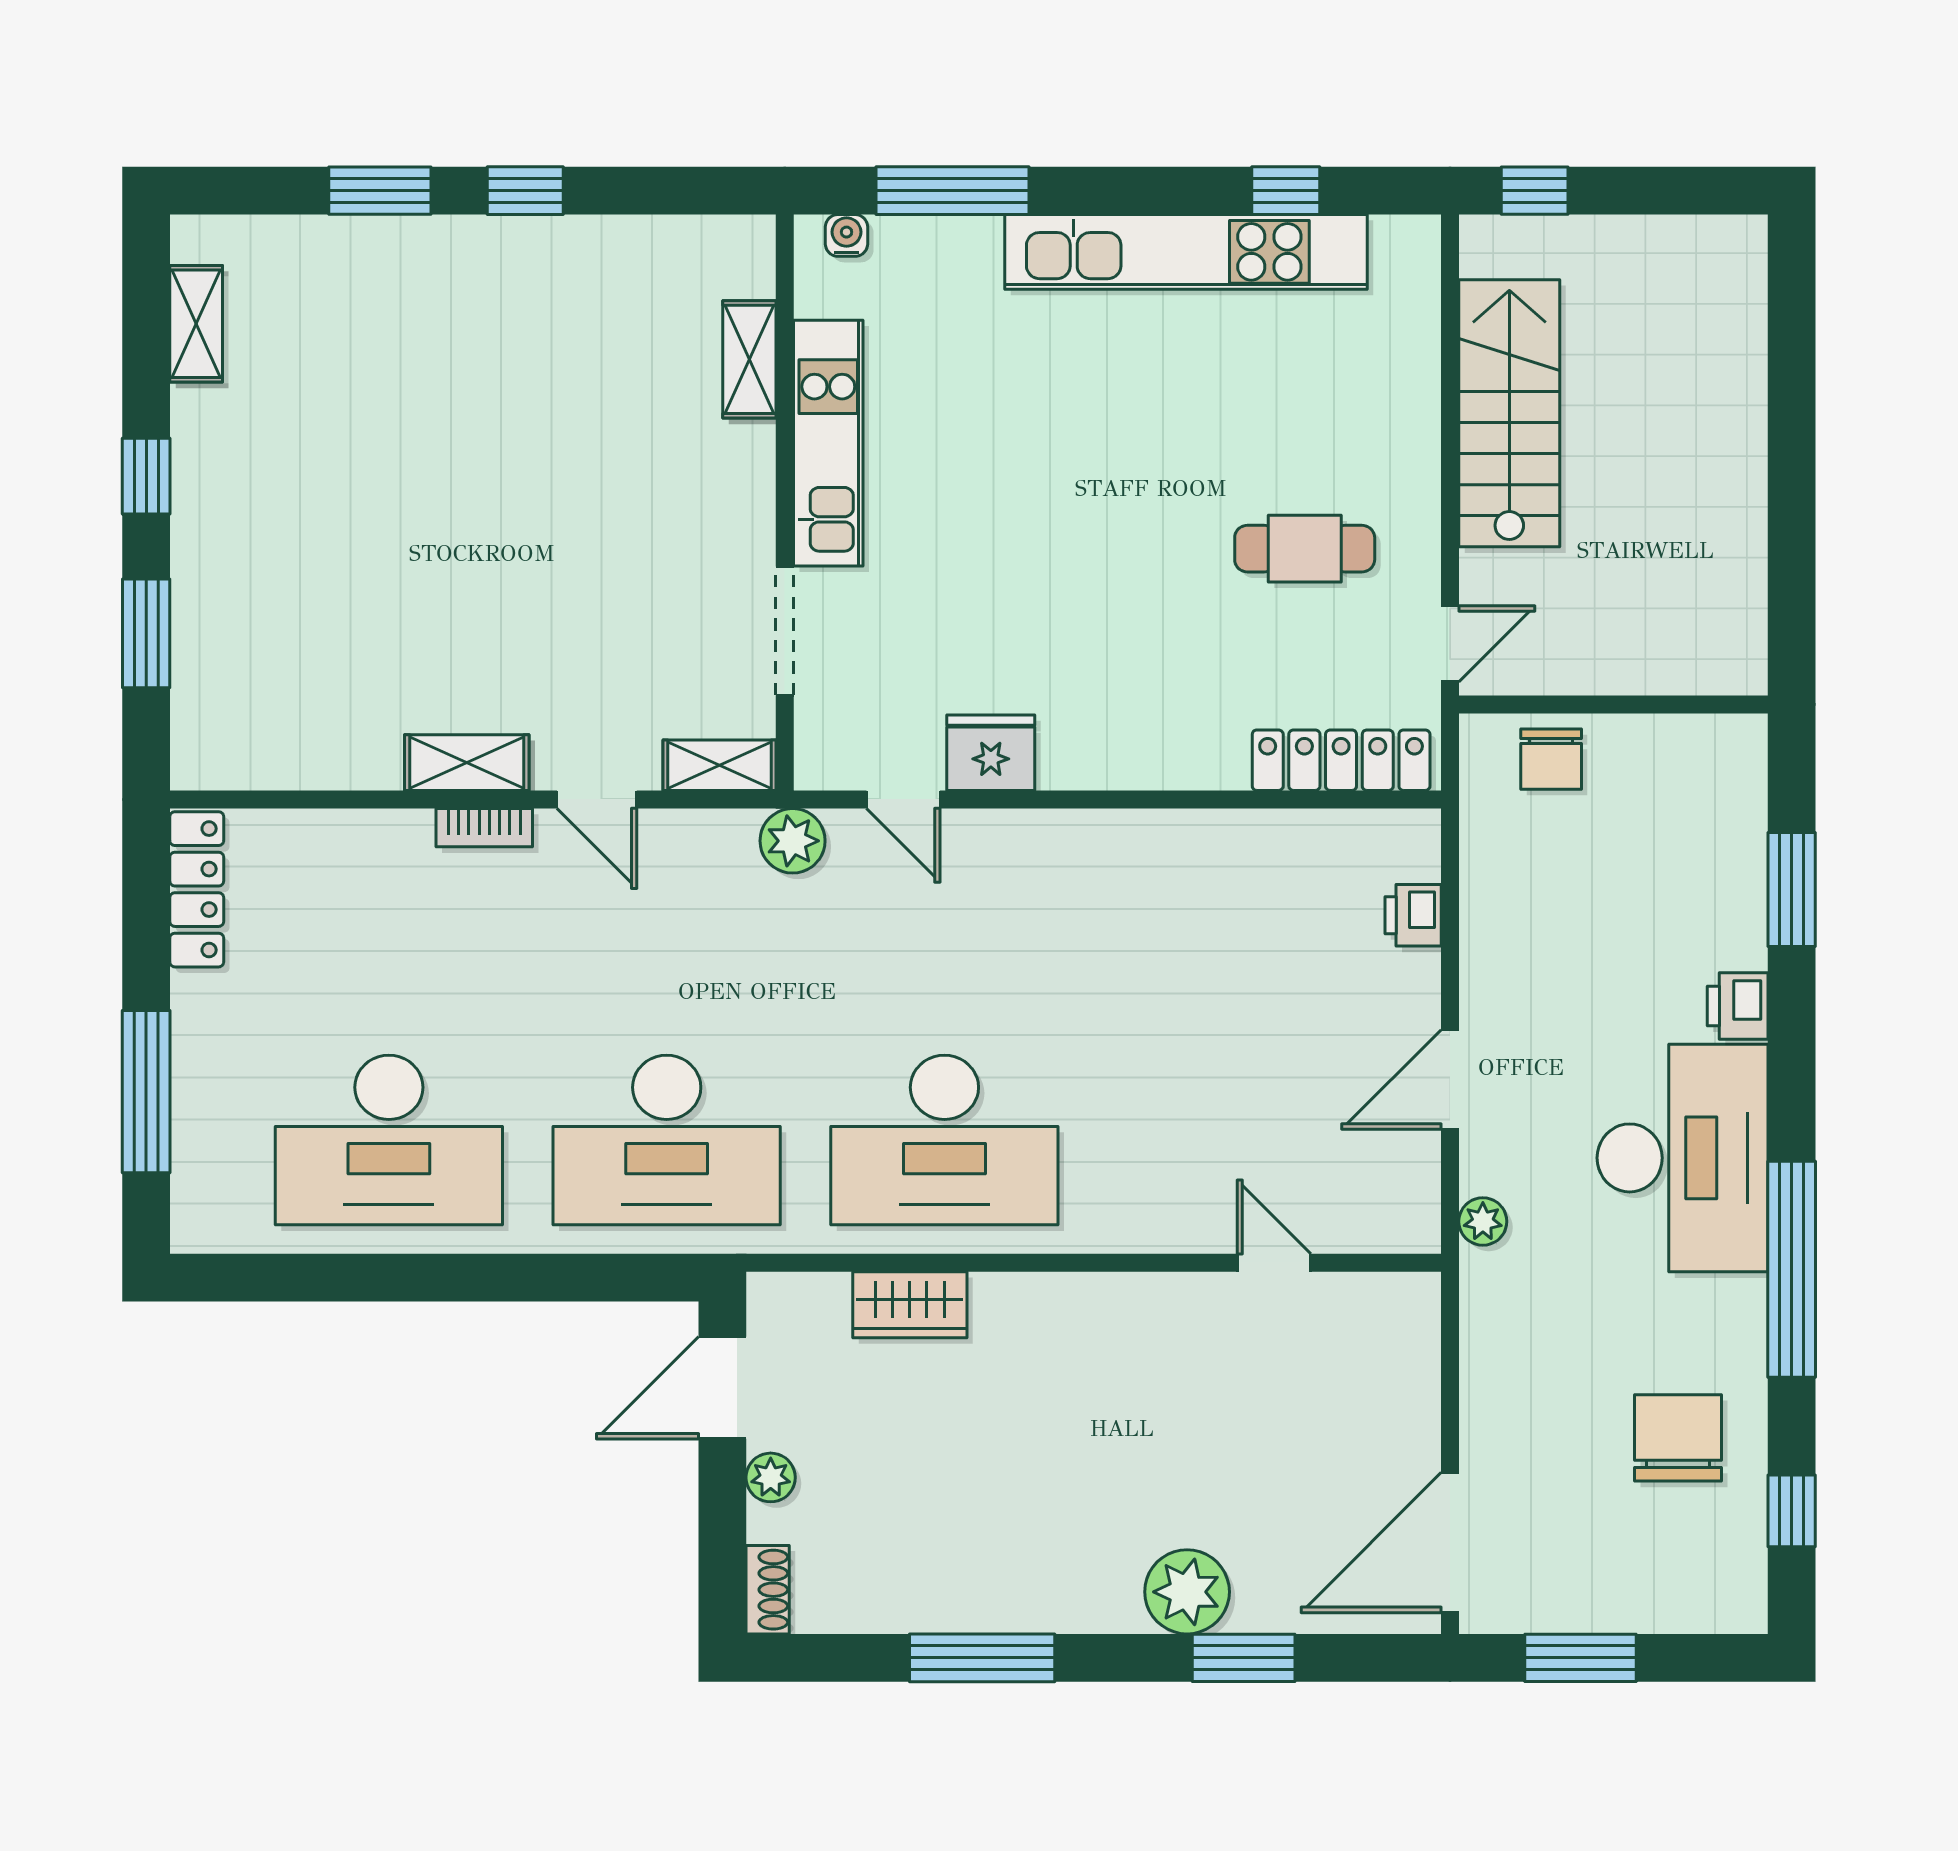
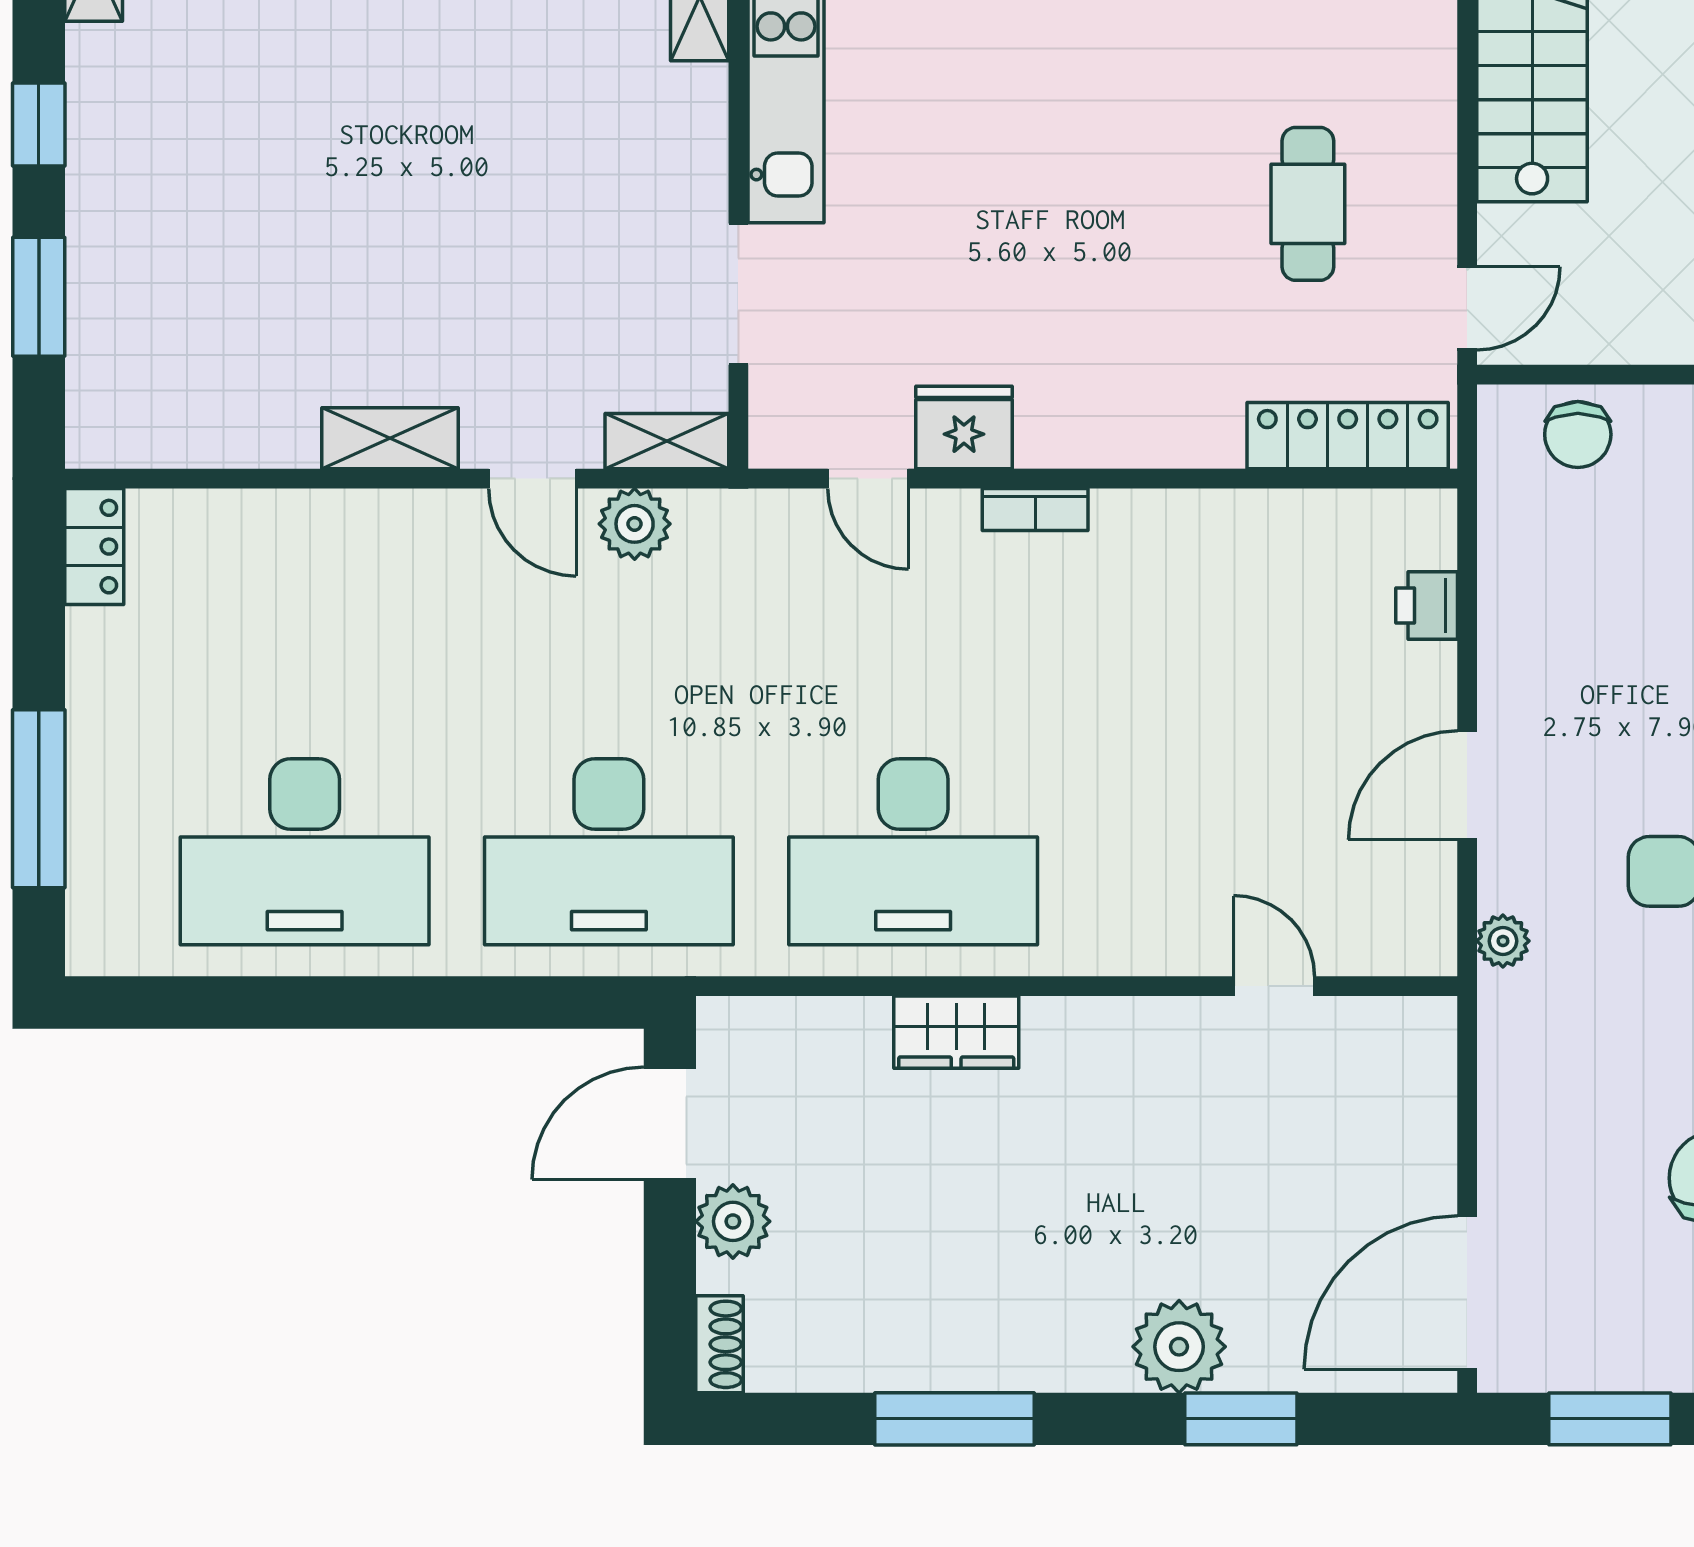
cafe table: (1305, 549) -> (1308, 204), turned 90
bookcase: (484, 828) -> (1035, 510), moved
plant: (793, 841) -> (635, 524), moved
locker: (197, 889) -> (94, 547), width x0.66
wardrobe: (910, 1305) -> (956, 1032), moved
plant: (771, 1477) -> (733, 1221), width x1.38, depth x1.38

